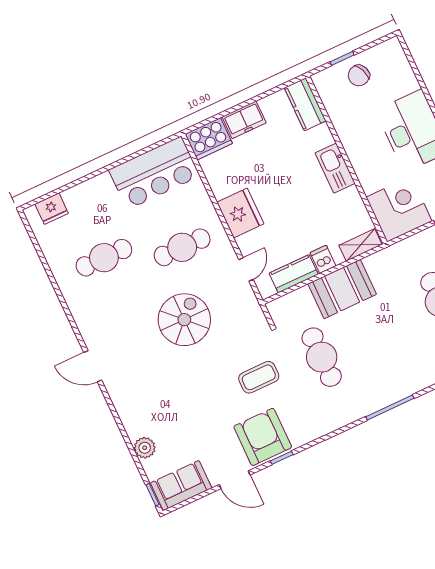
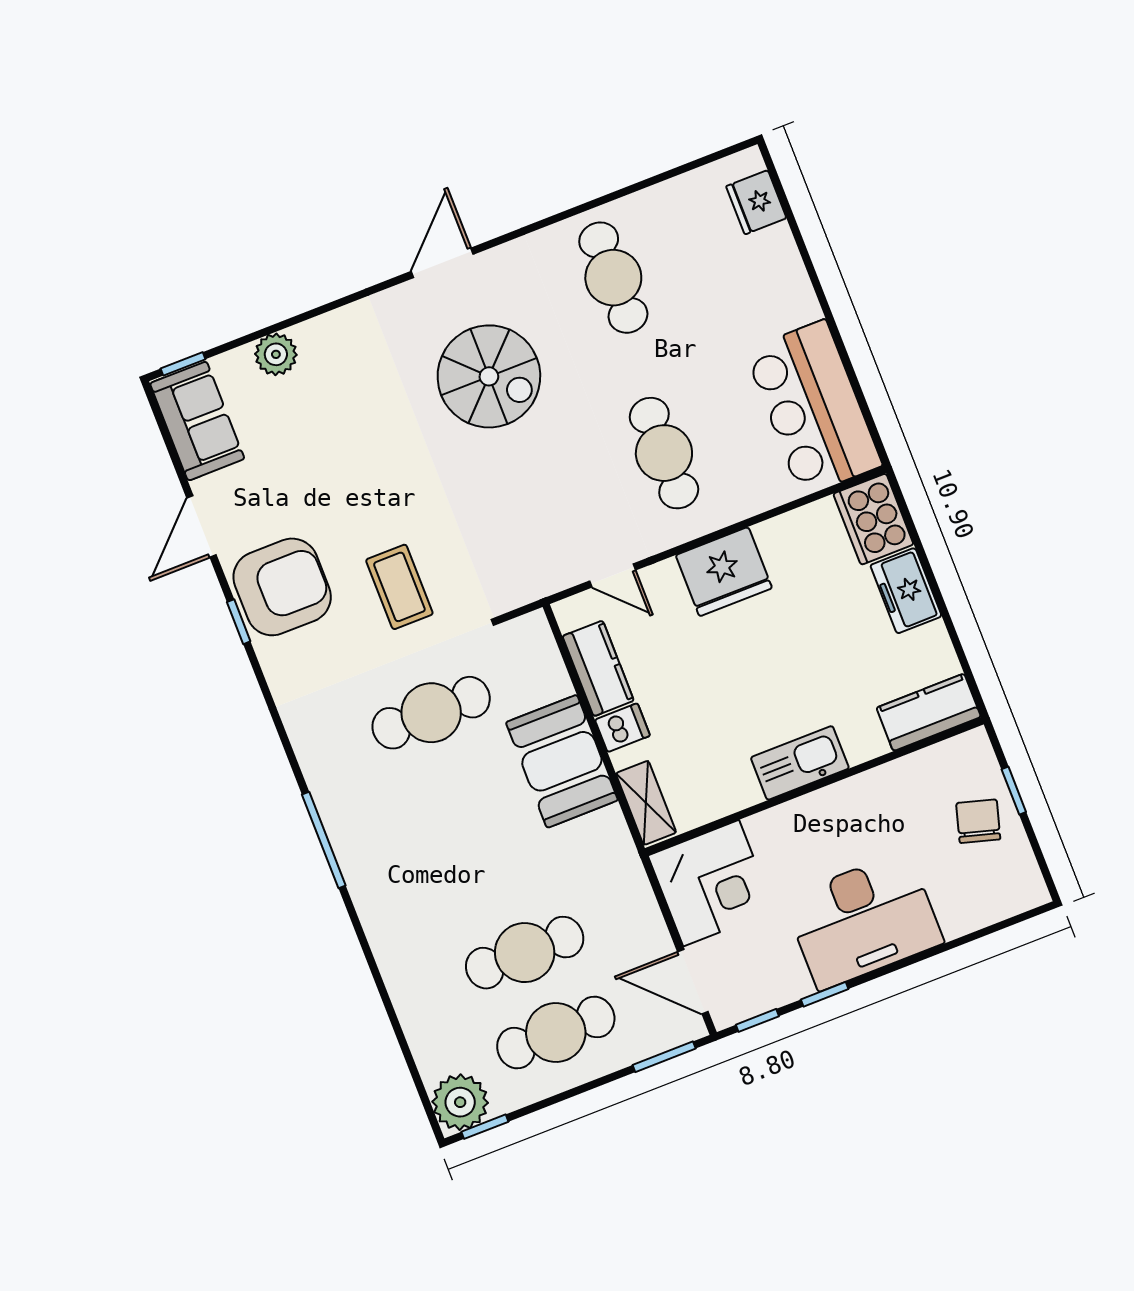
chair: (359, 76) -> (978, 821), turned 38
cafe table: (104, 258) -> (613, 278), moved
spiral stairs: (184, 320) -> (489, 376), moved

